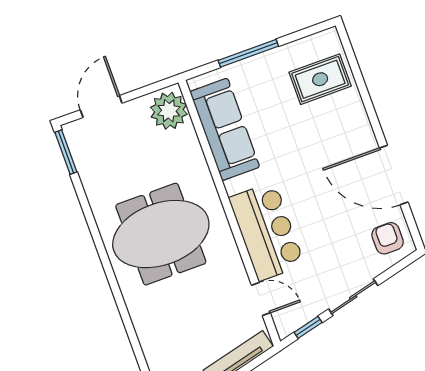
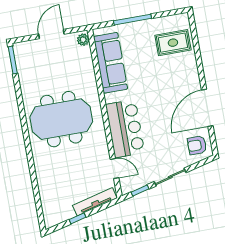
door: (101, 106) -> (51, 34), moved
plant: (169, 111) -> (83, 40), width x0.53, depth x0.53
door: (394, 175) -> (207, 108), hinge flipped
armchair: (388, 238) -> (197, 145), turned -90

